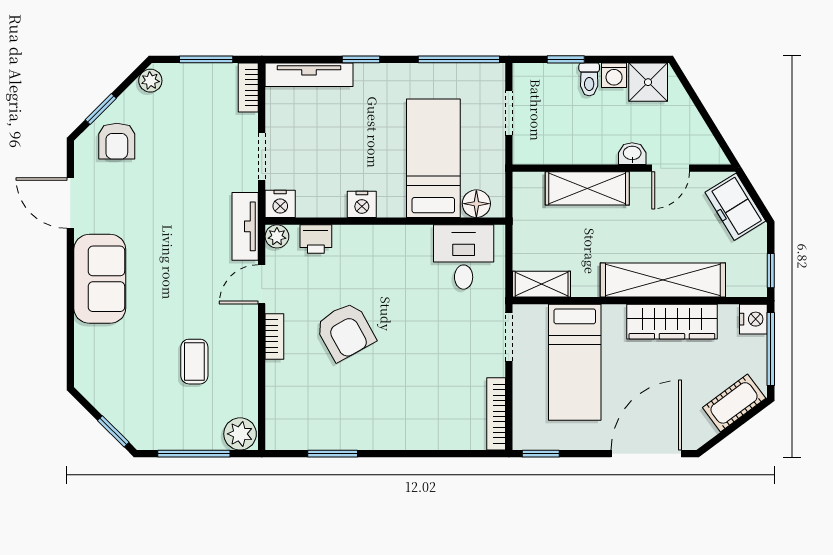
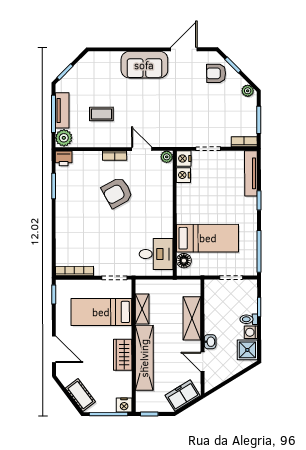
nightstand: (362, 204) -> (183, 175), moved
tv unit: (245, 226) -> (62, 110), moved, turned 90
printer: (316, 239) -> (64, 158), moved, turned -90
shelving: (542, 284) -> (142, 309), moved
wardrobe: (672, 322) -> (123, 355), width x0.67
door: (646, 454) -> (54, 349), width x0.73

